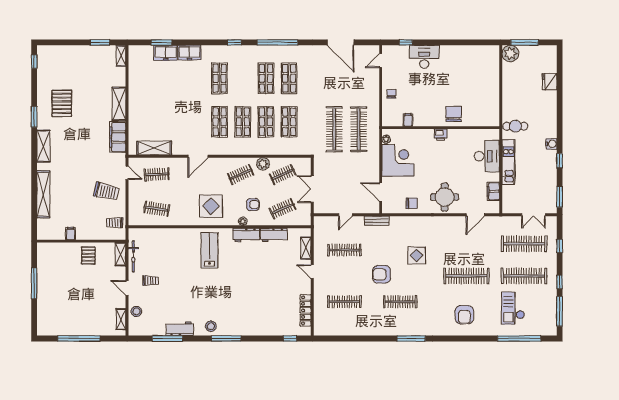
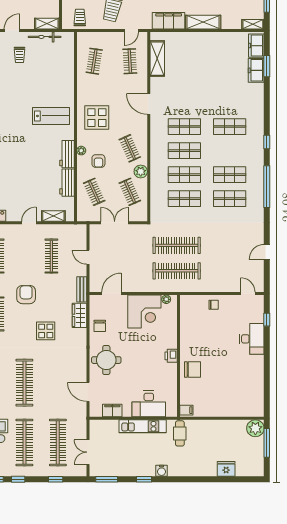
door: (340, 42) -> (267, 252), width x0.53
freezer: (189, 53) -> (256, 46), moved
filing cabinet: (408, 120) -> (186, 410), moved
wardrobe: (402, 223) -> (80, 315), added

